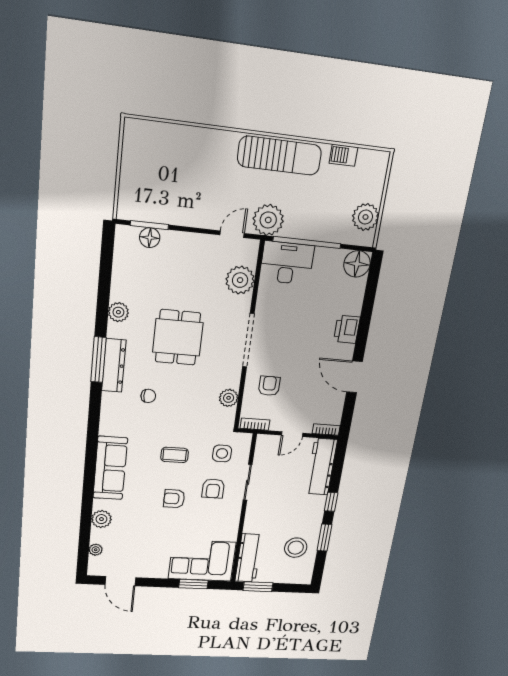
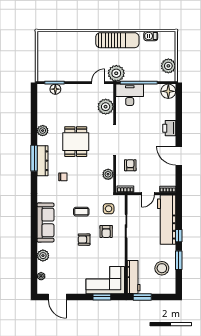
workbench: (321, 467) -> (167, 220), width x1.36, depth x1.32

